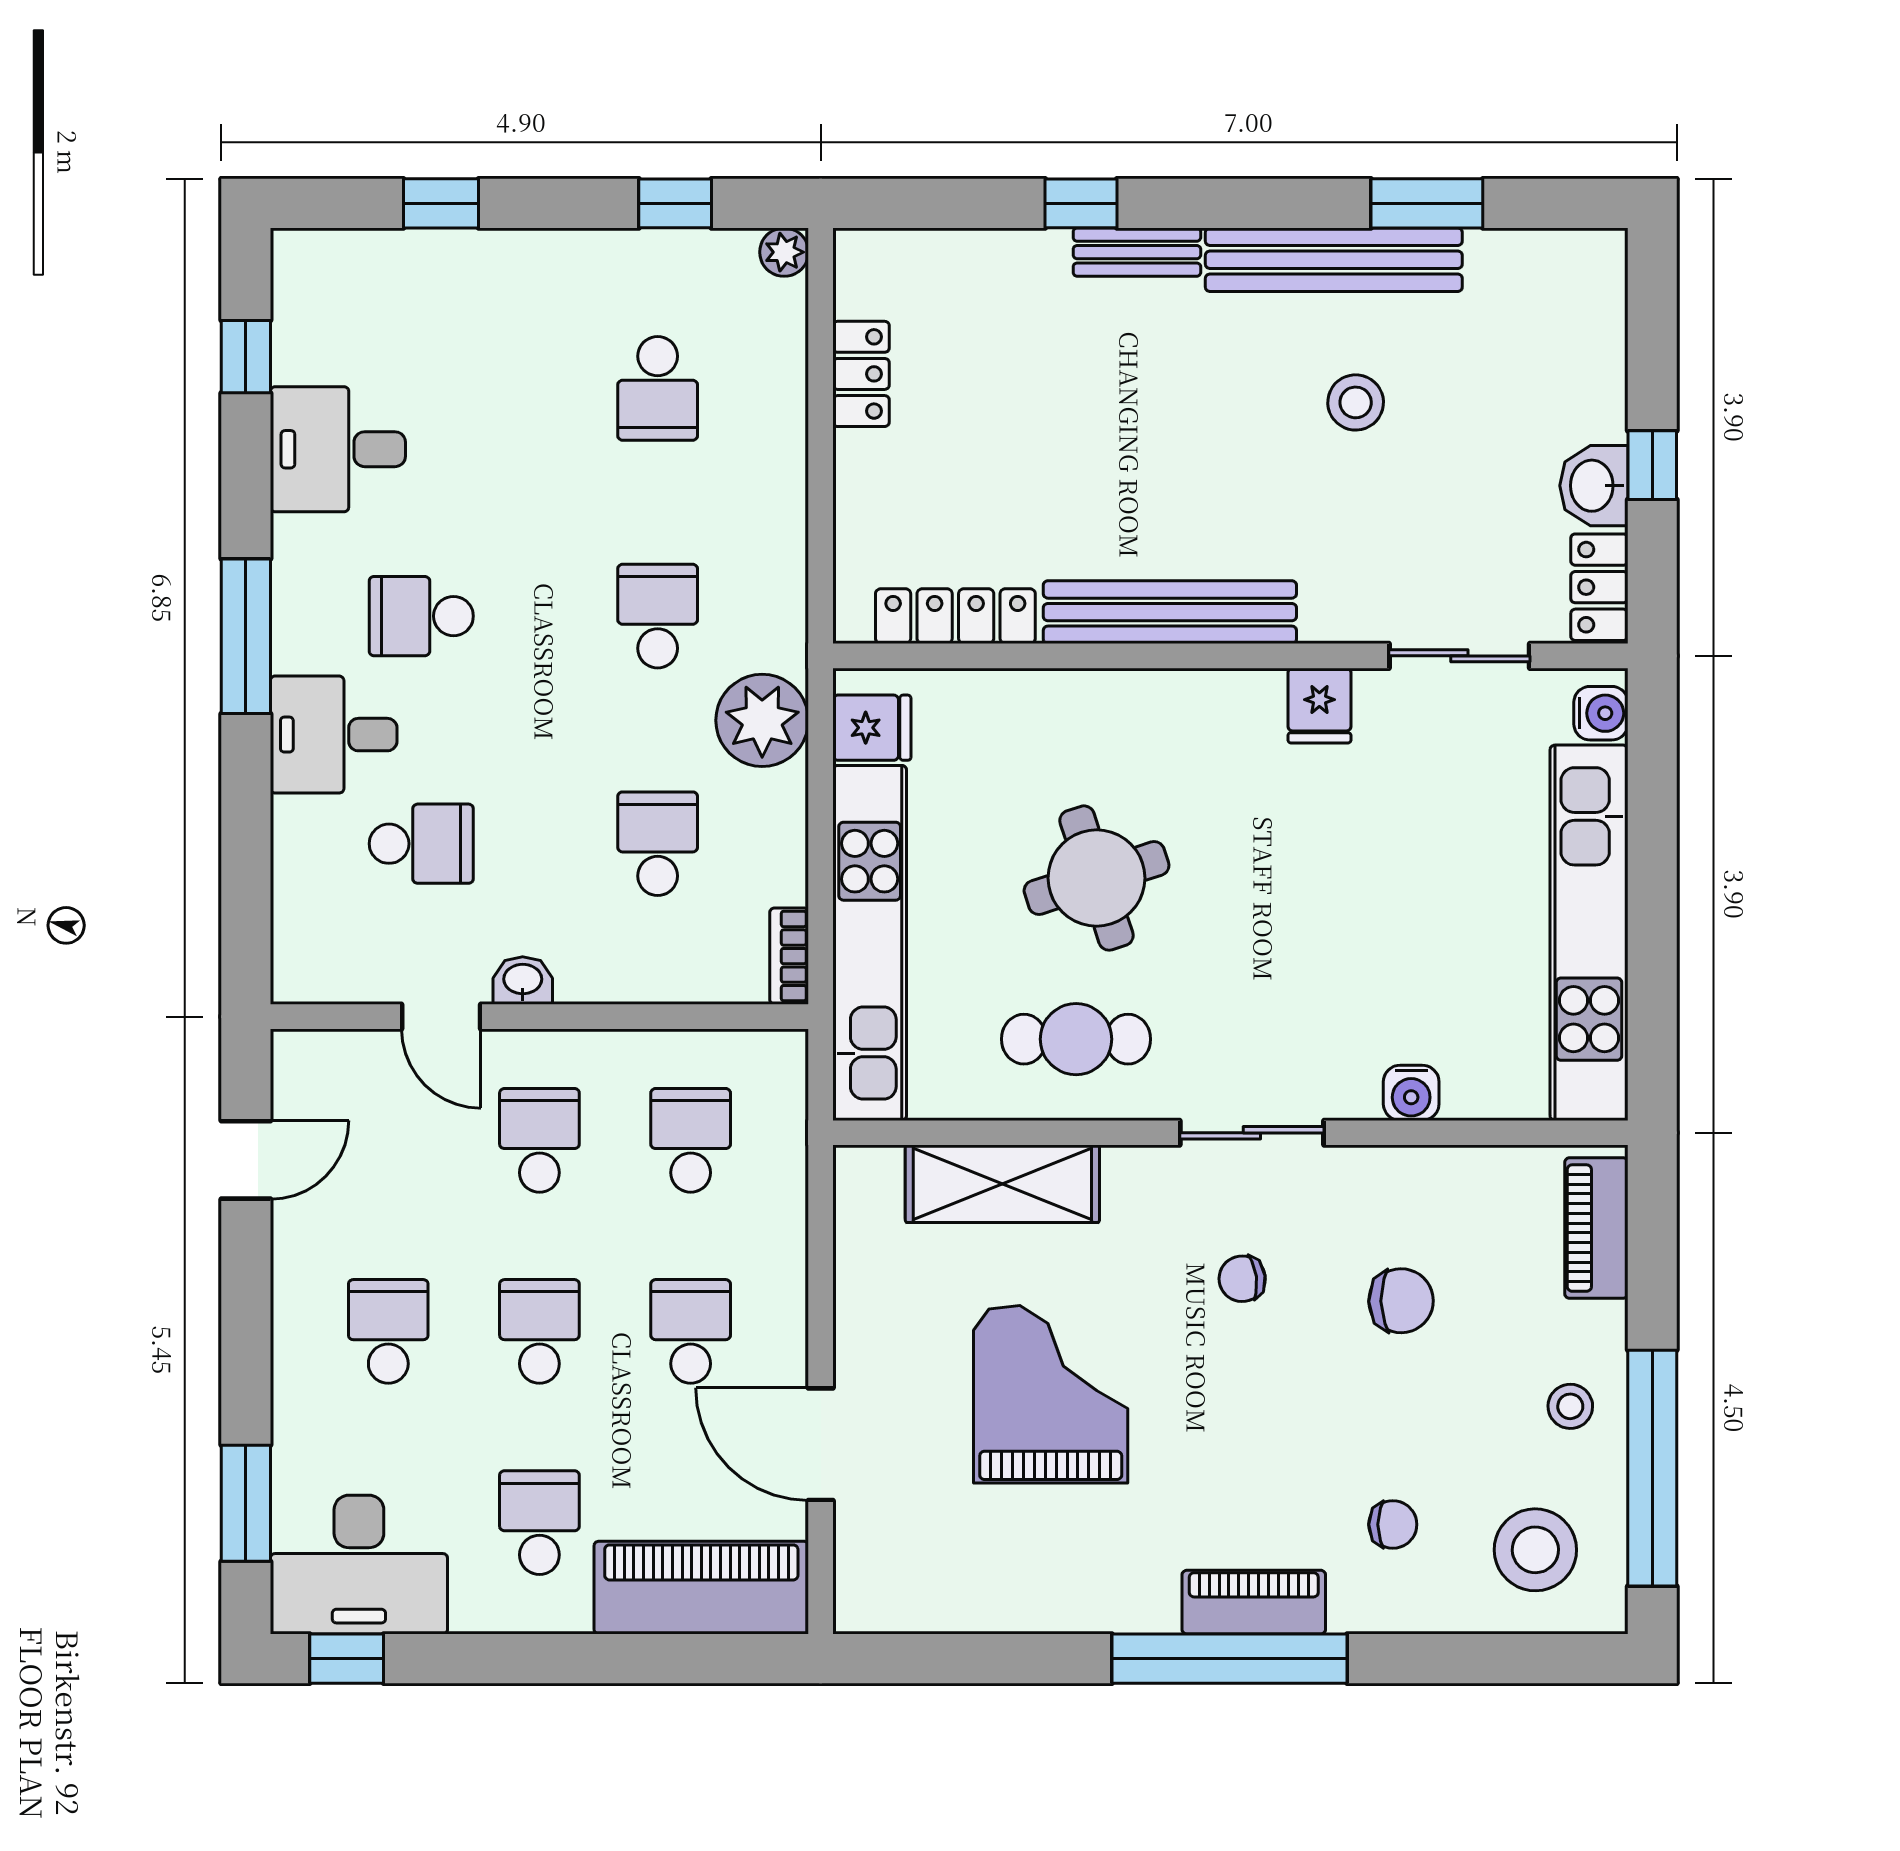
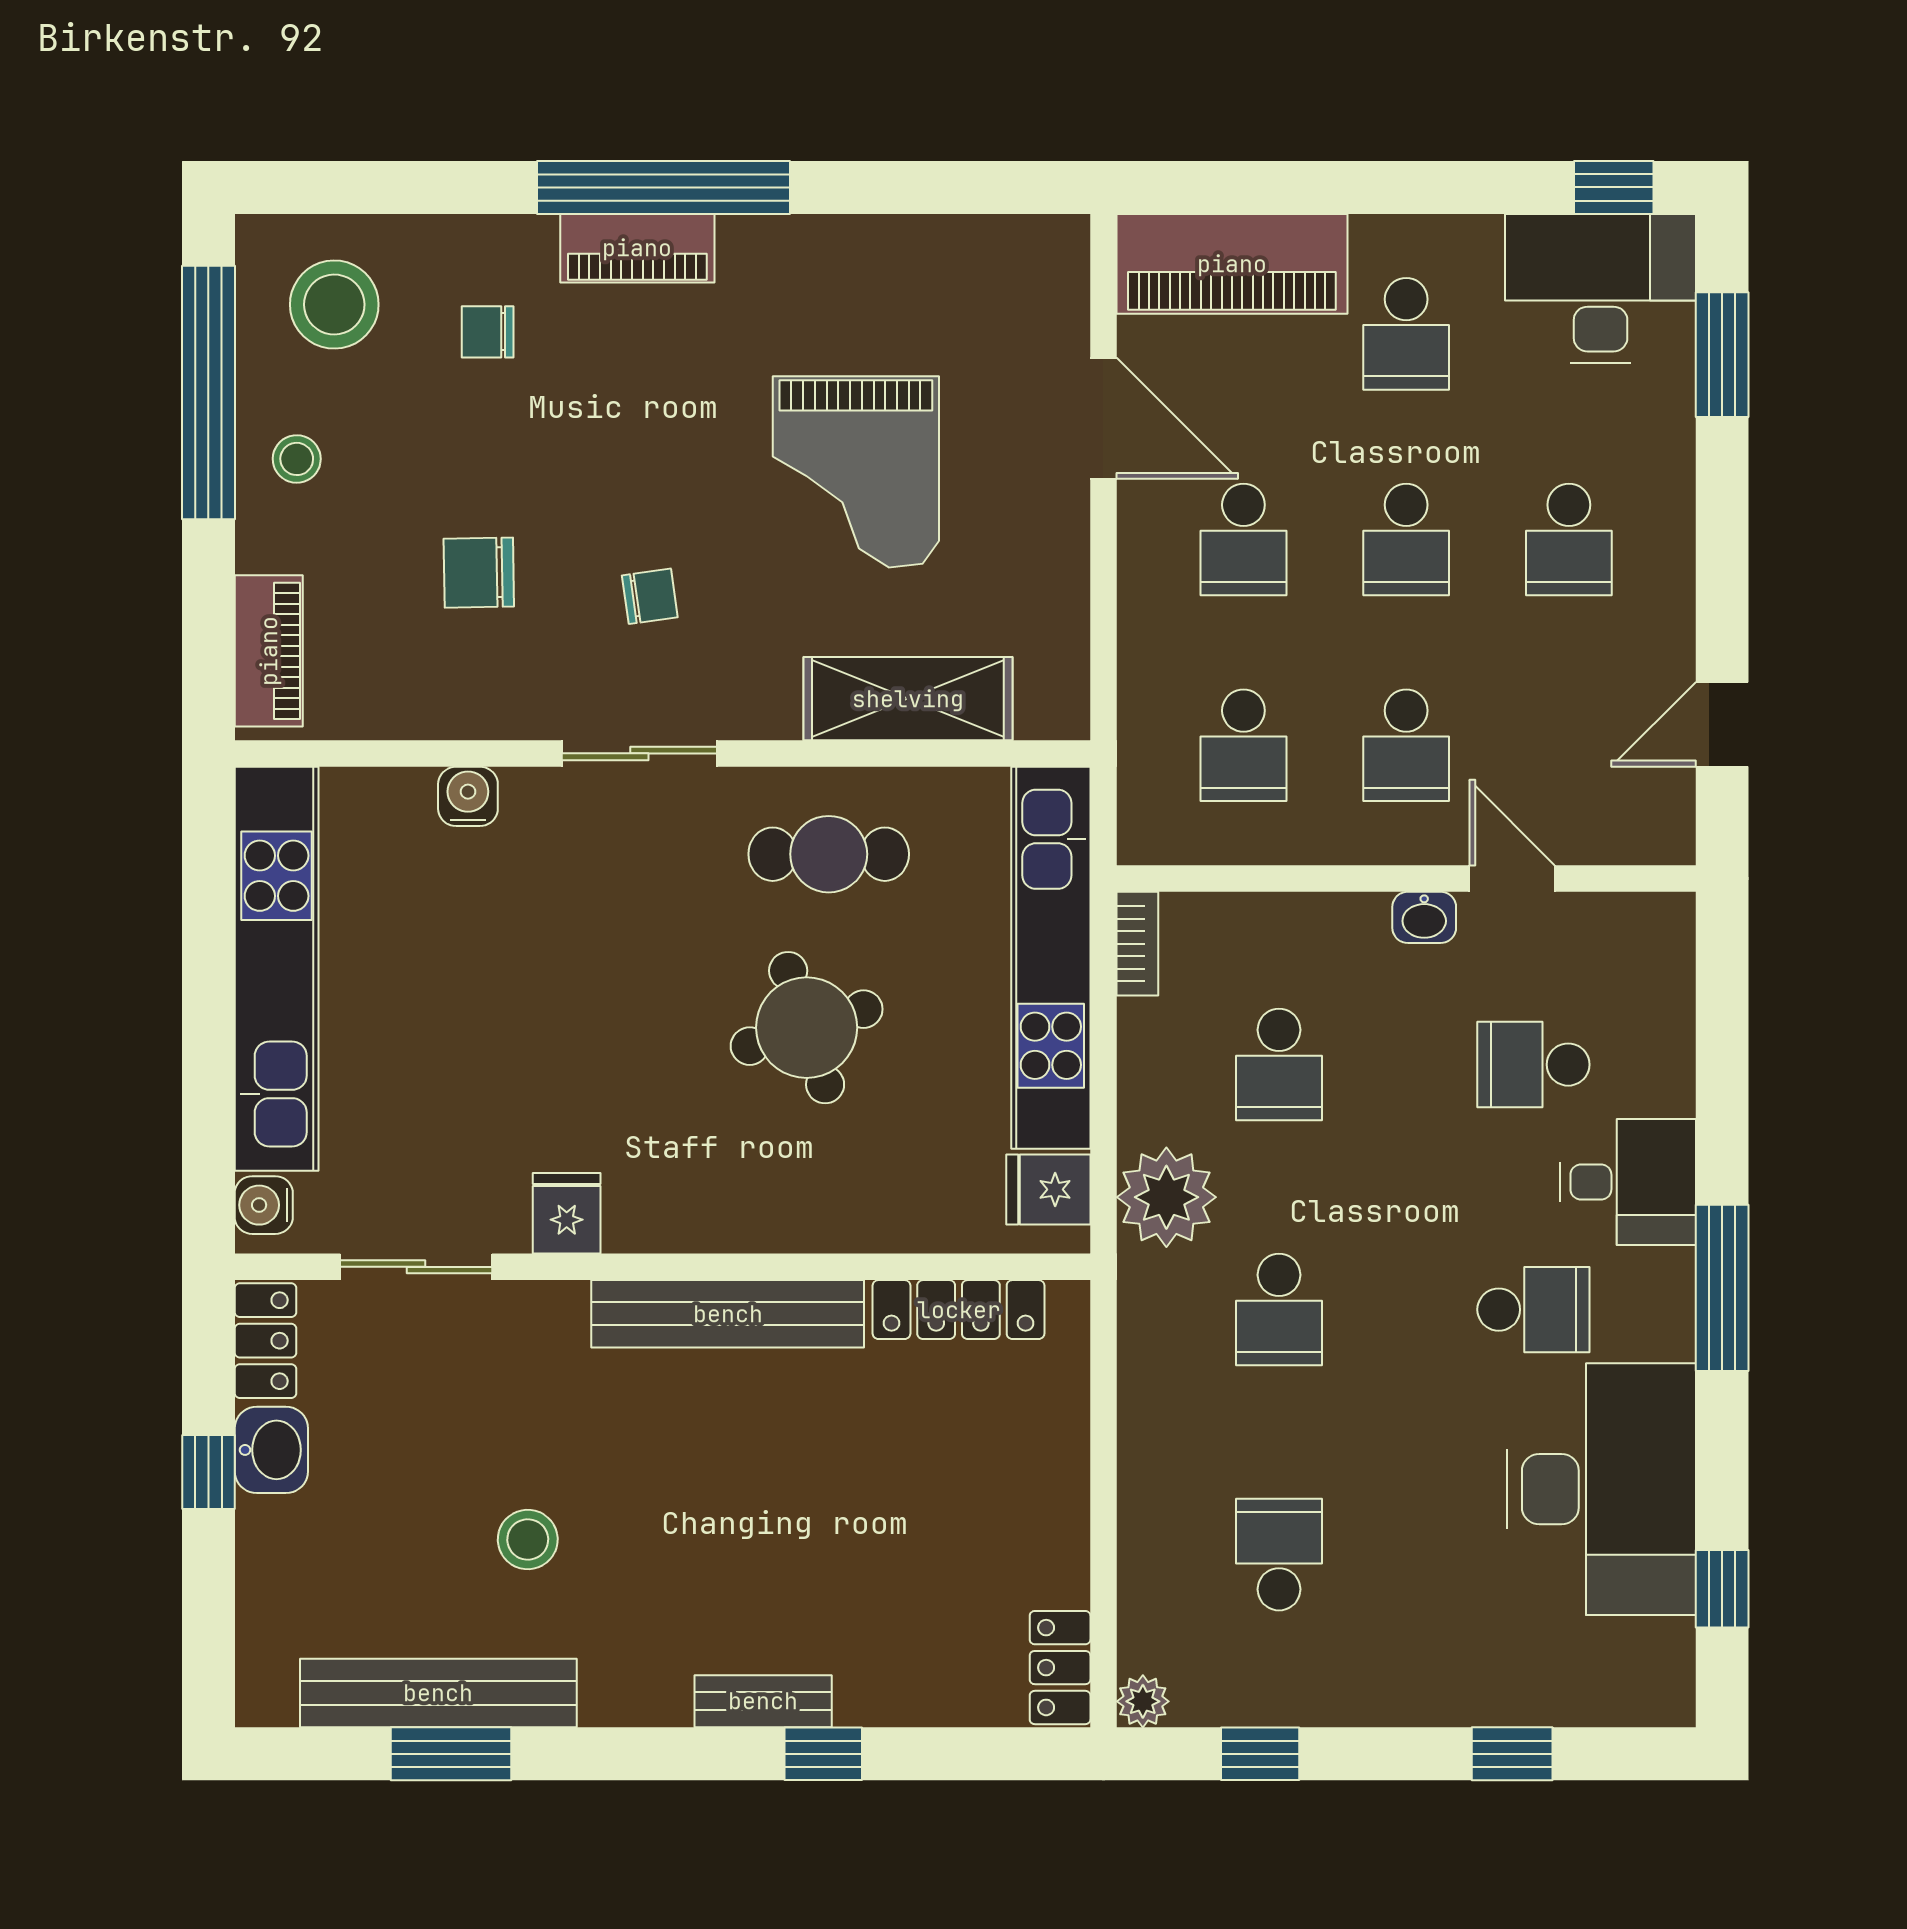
bench: (1334, 260) -> (438, 1693), moved
locker: (861, 374) -> (1060, 1668), moved
desk: (338, 449) -> (1601, 1489), width x1.87, depth x1.30

